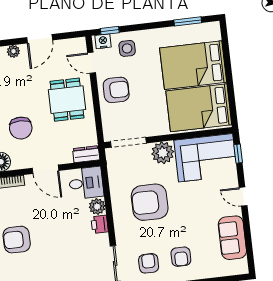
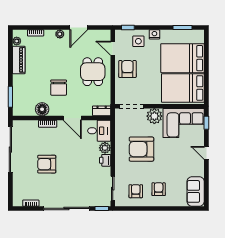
nightstand: (103, 41) -> (154, 34), moved
armchair: (116, 90) -> (127, 69), turned -90
sofa: (232, 238) -> (196, 191), moved
armchair: (181, 257) -> (159, 189), turned 180

